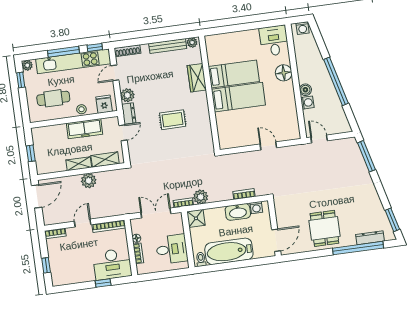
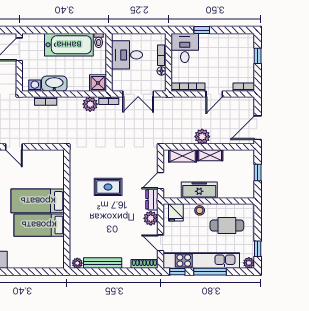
door: (115, 73) -> (161, 243), swing flipped
wardrobe: (197, 78) -> (77, 226), removed
desk: (112, 264) -> (185, 48), width x0.73

